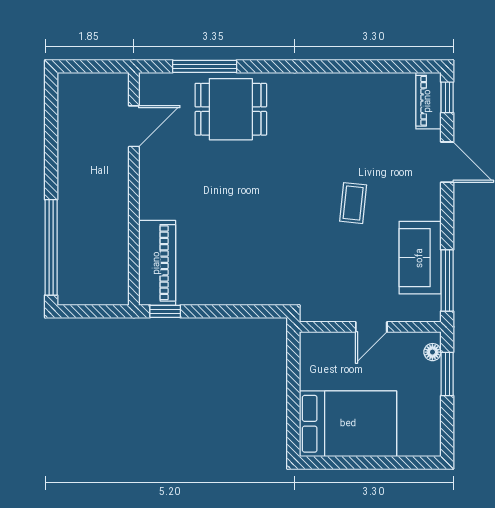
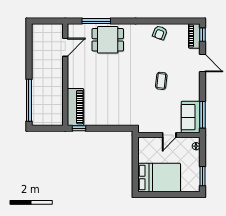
armchair: (350, 93) -> (160, 33), added
sofa: (420, 258) -> (191, 117), moved
window: (447, 374) -> (202, 176), moved

